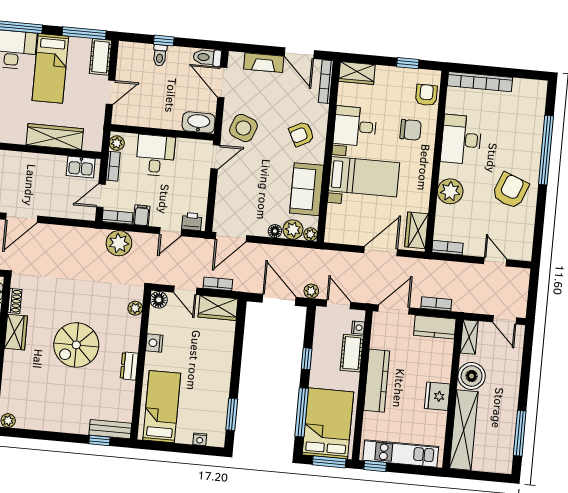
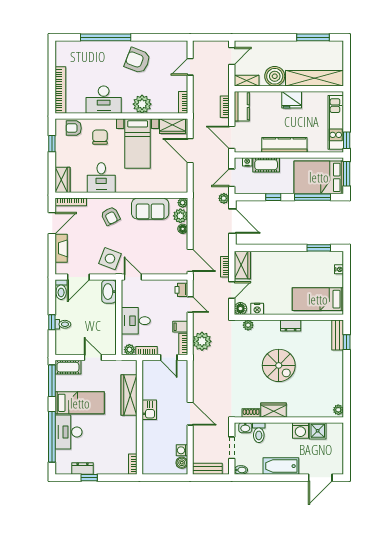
kitchen sink: (81, 167) -> (149, 410), moved
bed with nightstands: (364, 177) -> (138, 144), moved, turned 180
door: (279, 300) -> (232, 221), swing flipped
nightstand: (154, 343) -> (257, 309), moved

